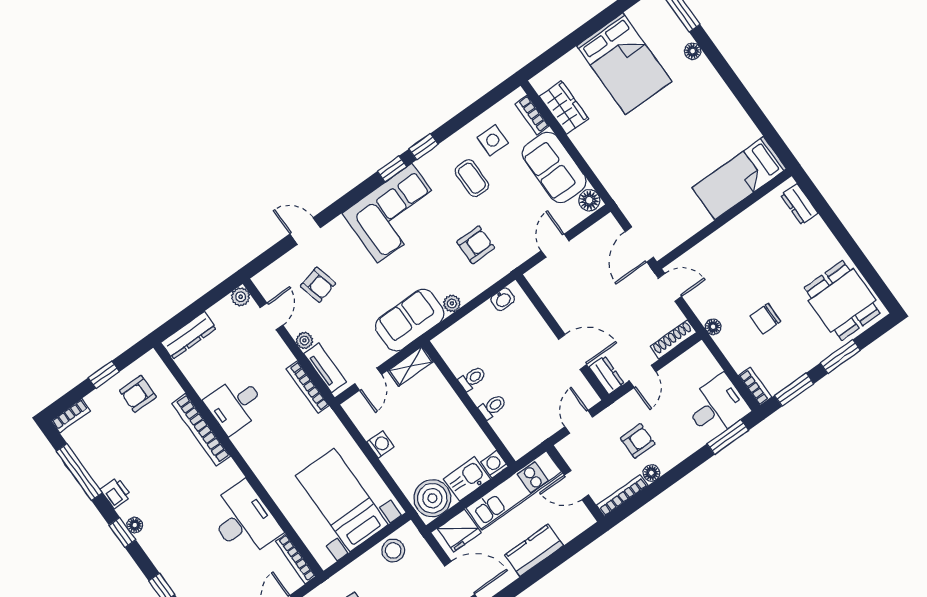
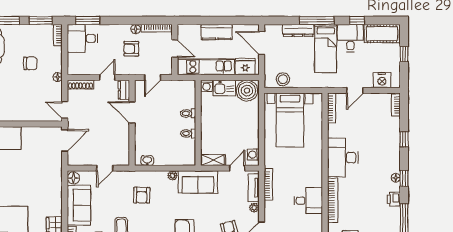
armchair: (476, 245) -> (142, 195), turned -89
washing machine: (381, 444) -> (253, 155), moved
desk: (244, 520) -> (343, 158), moved

